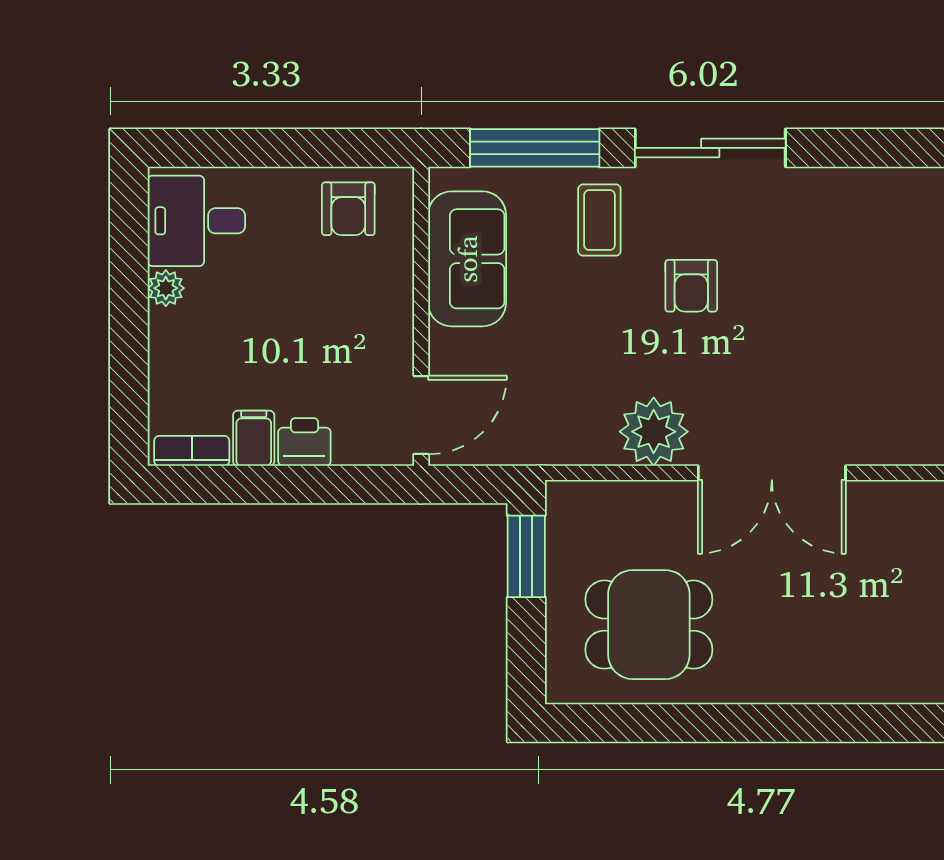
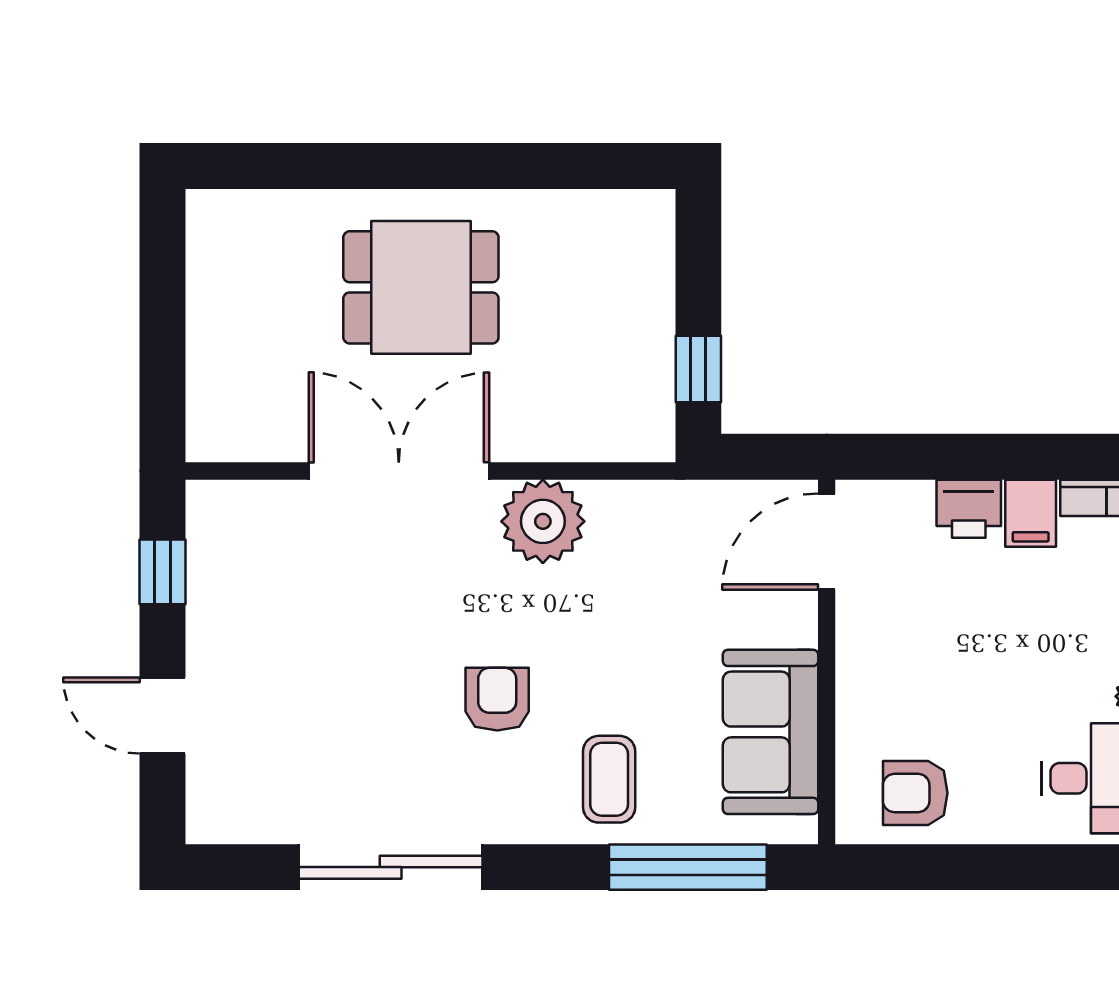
sliding door: (710, 148) -> (391, 867), moved
armchair: (348, 209) -> (915, 793), turned -90
window: (526, 556) -> (698, 369), width x0.67
dining table: (649, 625) -> (421, 287), moved

